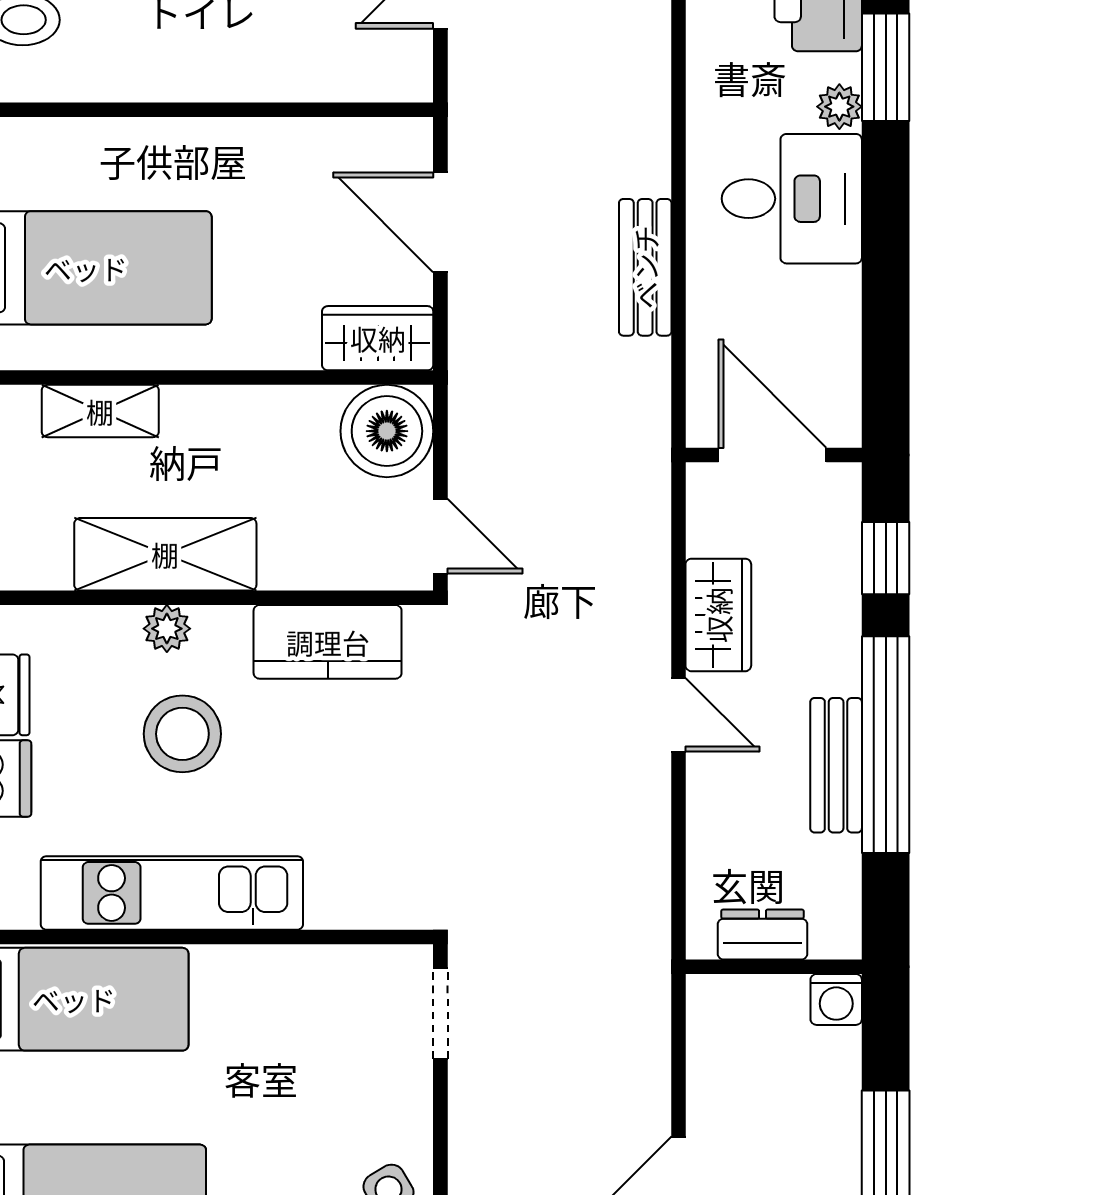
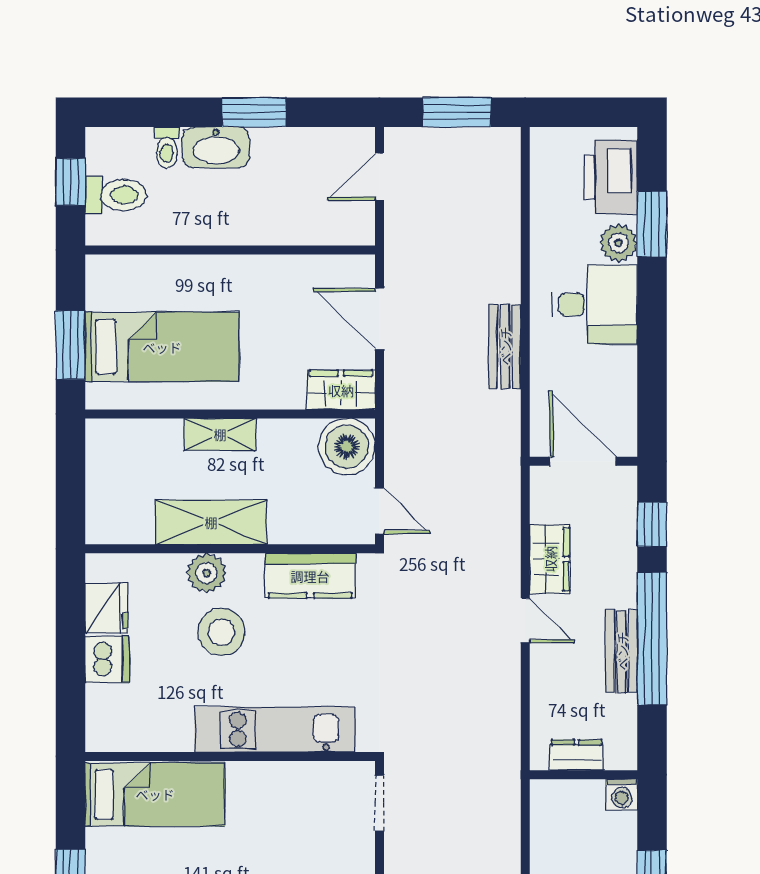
plant: (839, 107) -> (618, 243), width x1.38, depth x1.38
shelving: (100, 411) -> (220, 434), moved
plant: (167, 629) -> (207, 573), width x1.38, depth x1.38
kitchen unit: (172, 893) -> (275, 729), moved

